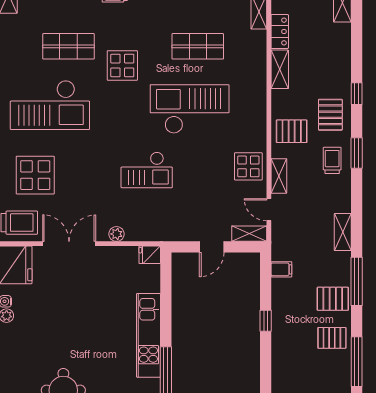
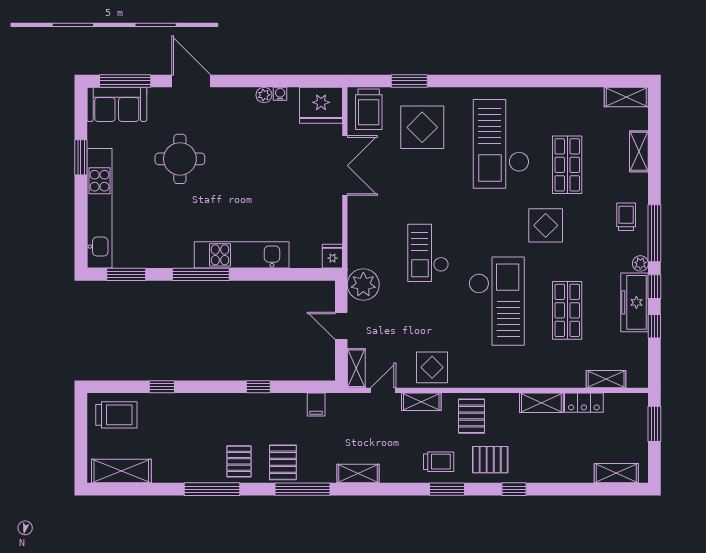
plant: (117, 234) -> (363, 285), moved, width x1.88, depth x1.88

